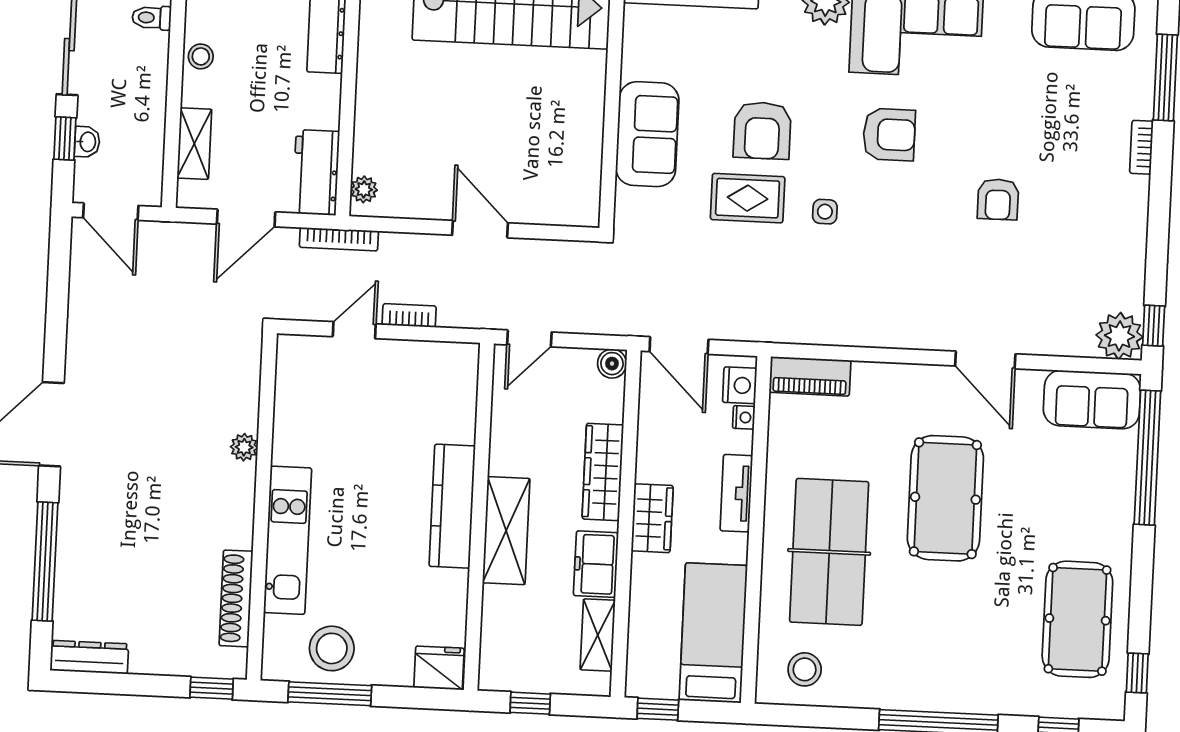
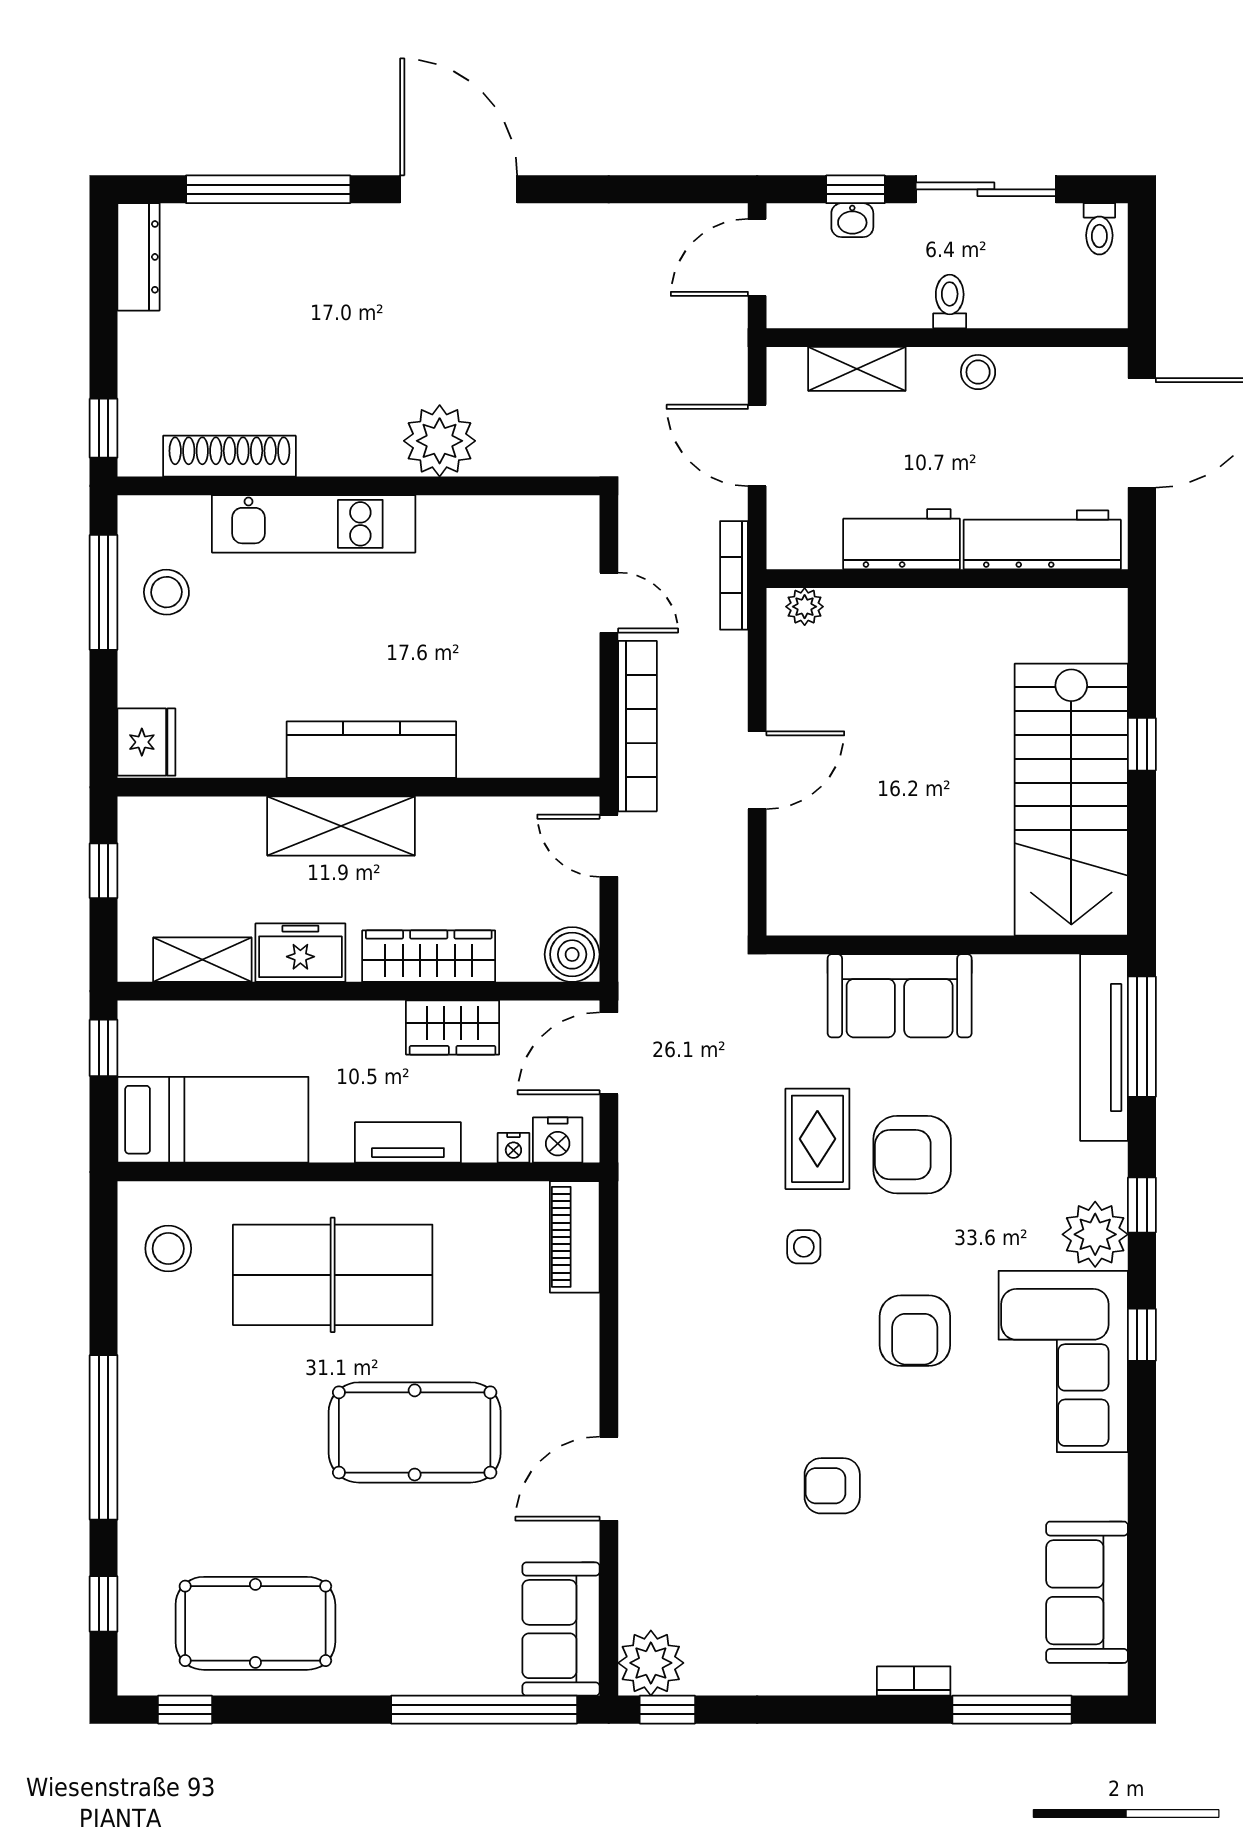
toilet: (152, 18) -> (950, 301), moved
workbench: (316, 172) -> (902, 539), moved
bookcase: (409, 315) -> (637, 726), width x2.31, depth x1.31
boiler: (612, 364) -> (572, 954), width x1.36, depth x1.36
plant: (244, 447) -> (440, 441), width x1.88, depth x1.88
wardrobe: (652, 518) -> (453, 1027), moved
stool: (332, 648) -> (166, 592), width x0.73, depth x0.73

